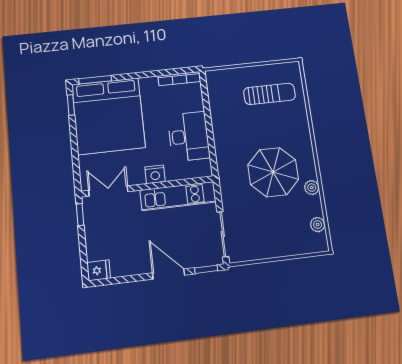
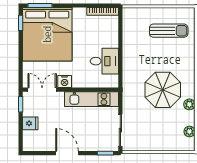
desk: (189, 136) -> (104, 61), width x0.73
nightstand: (155, 174) -> (65, 82), moved
fridge: (99, 270) -> (30, 123), moved
door: (168, 274) -> (67, 153), moved

